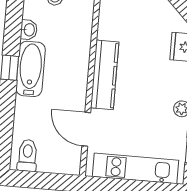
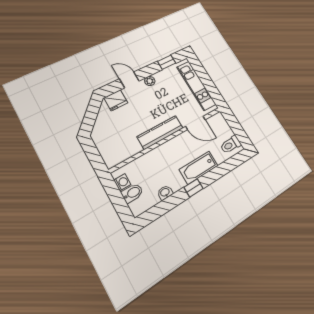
bathtub: (31, 69) -> (199, 168), moved
door: (86, 129) -> (195, 123), hinge flipped

